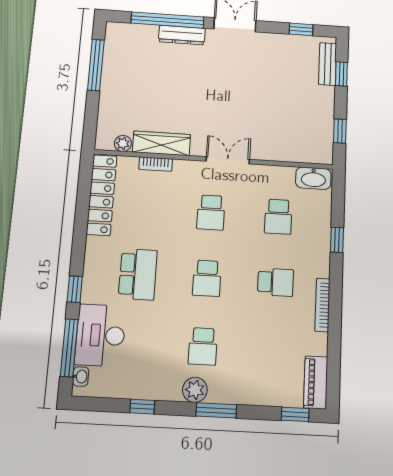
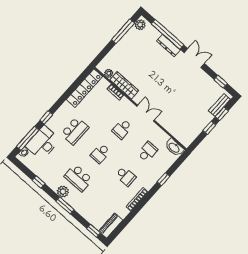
plant: (115, 36) -> (140, 25), added
window: (340, 131) -> (209, 128), moved
school desk: (278, 217) -> (148, 152), turned 180
school desk: (203, 346) -> (78, 178), width x1.85

